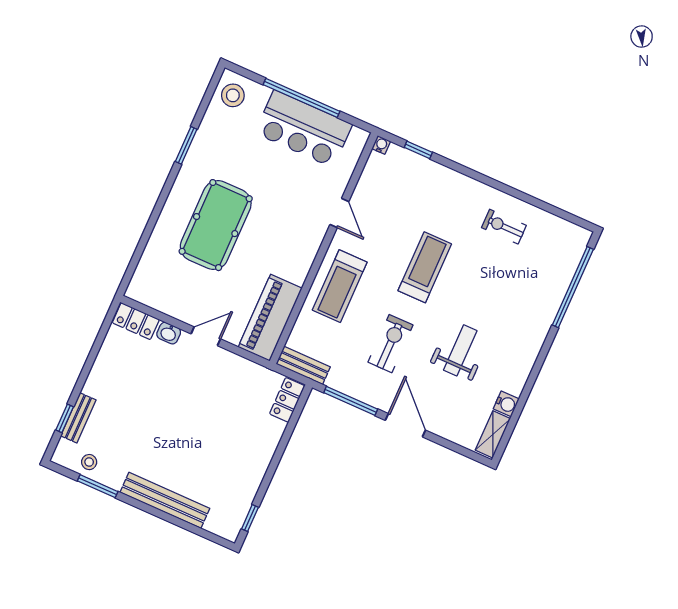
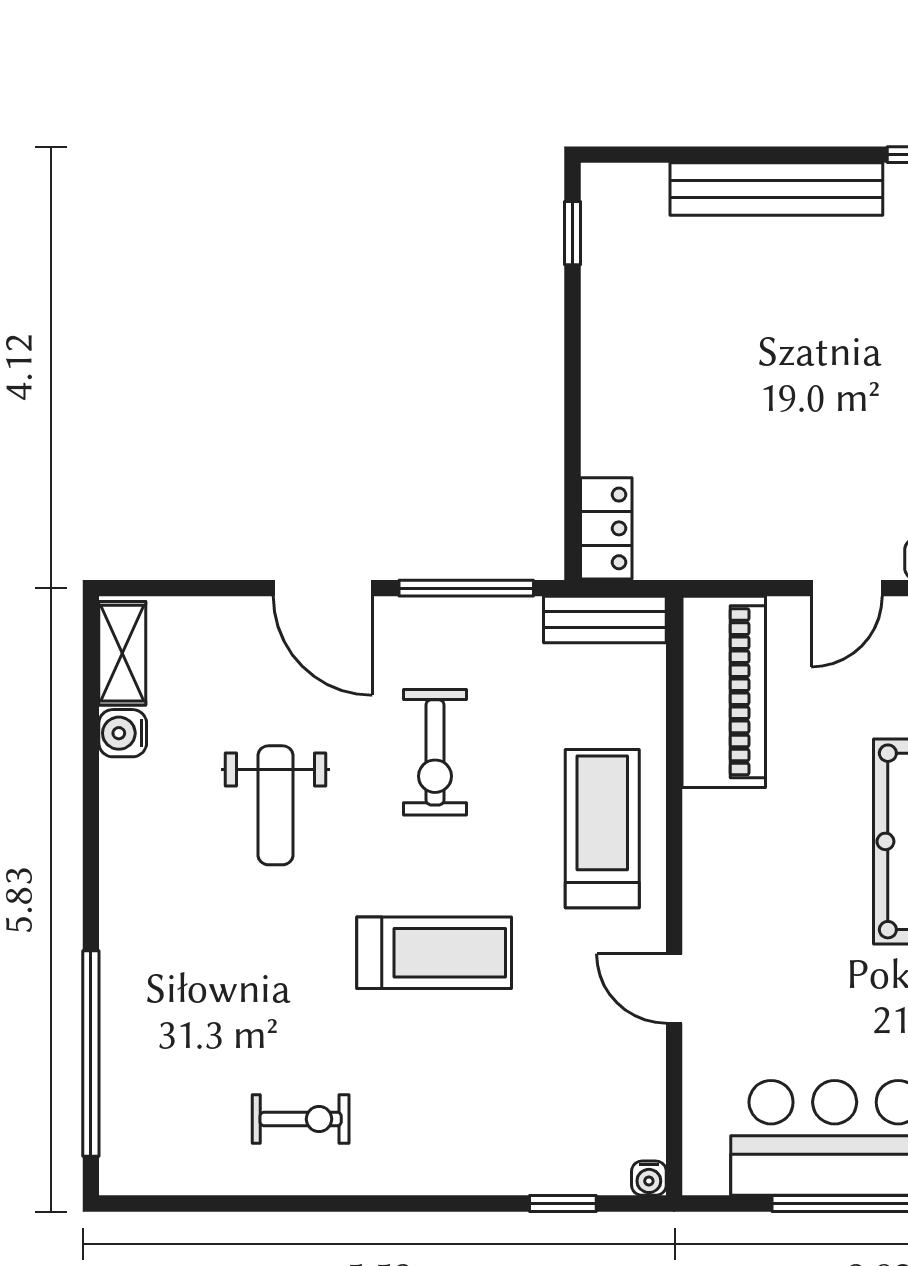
treadmill: (425, 267) -> (434, 953), turned -90

